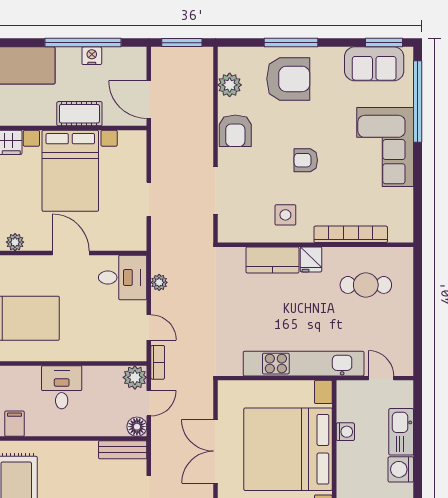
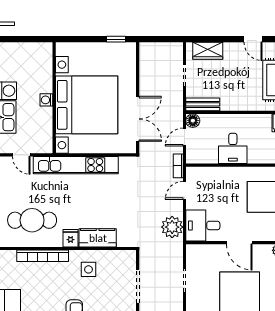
plant: (159, 282) -> (172, 227), width x1.88, depth x1.88
cafe table: (366, 285) -> (32, 220), width x1.37, depth x1.35
door: (149, 327) -> (184, 190), hinge flipped
plant: (135, 377) -> (194, 155), removed
desk: (62, 387) -> (233, 148), moved
washing machine: (345, 432) -> (46, 100), moved
double door: (215, 451) -> (138, 119), moved

